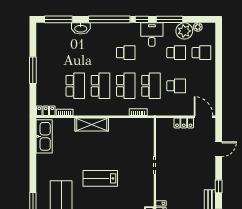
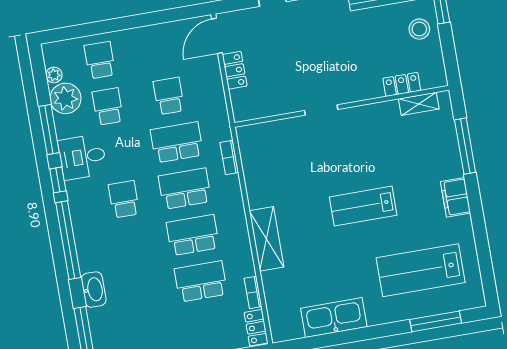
kitchen sink: (44, 136) -> (334, 318), moved
lab bench: (100, 178) -> (363, 206), turned 90

